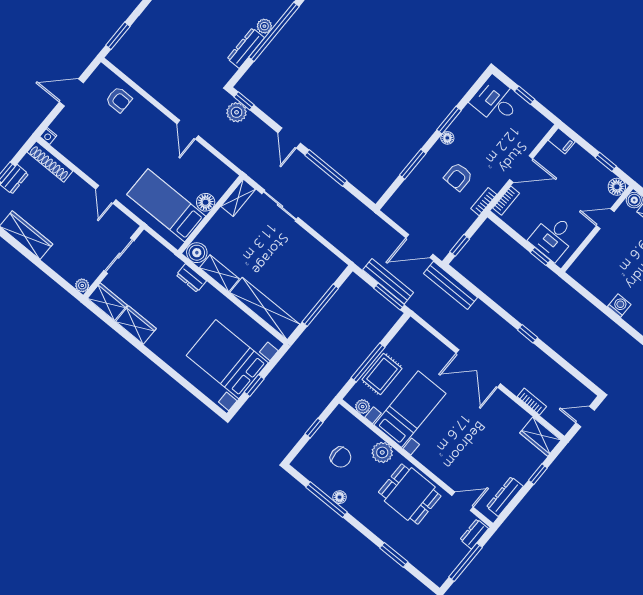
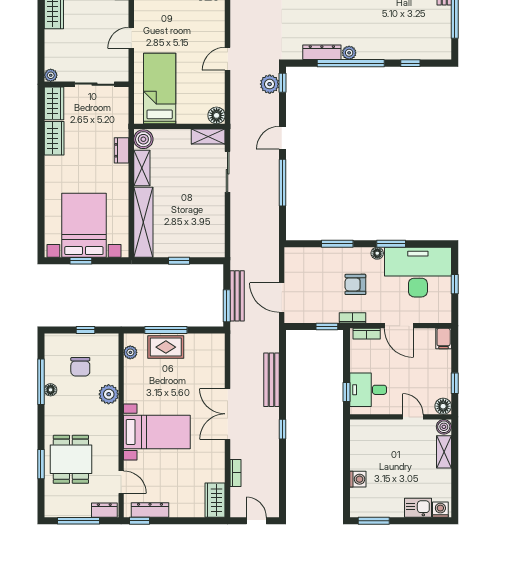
desk: (496, 101) -> (418, 272), width x1.87, depth x1.30
floor lamp: (206, 202) -> (217, 115), moved
window: (460, 245) -> (327, 327), moved
bench: (451, 285) -> (271, 380), moved
window: (320, 305) -> (179, 261), width x0.46
bed with nightstands: (410, 409) -> (157, 432), moved
window: (538, 474) -> (139, 521), moved
dining table: (410, 494) -> (71, 459), moved

